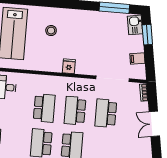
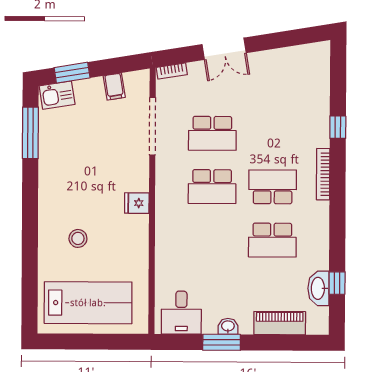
school desk: (44, 108) -> (212, 240), removed

